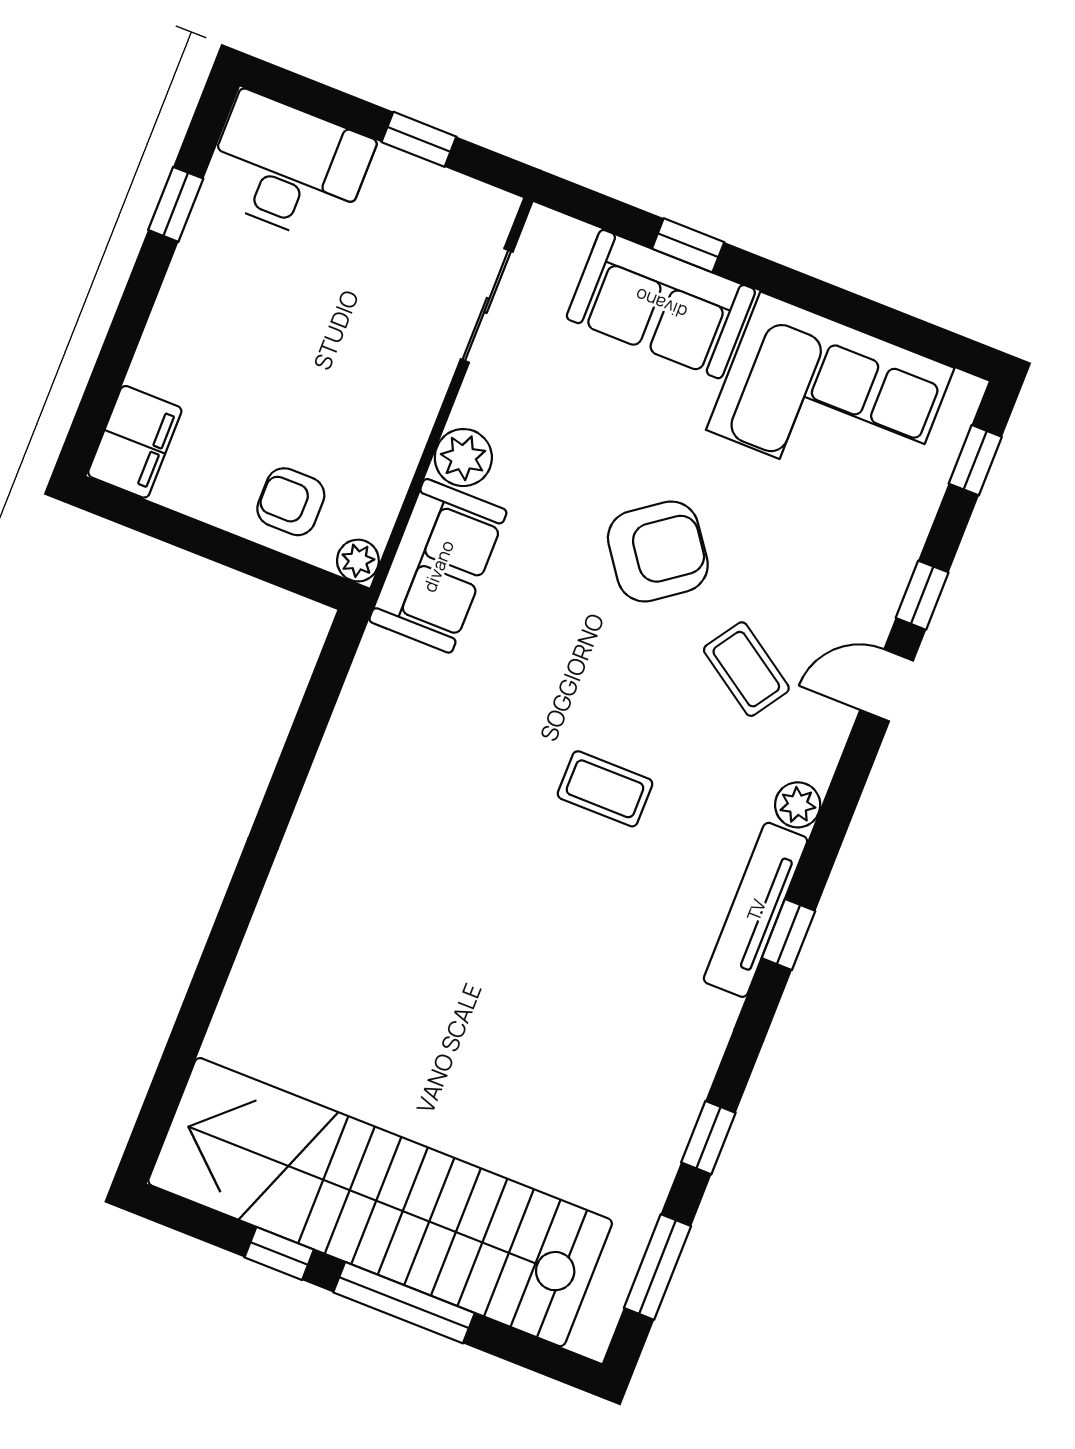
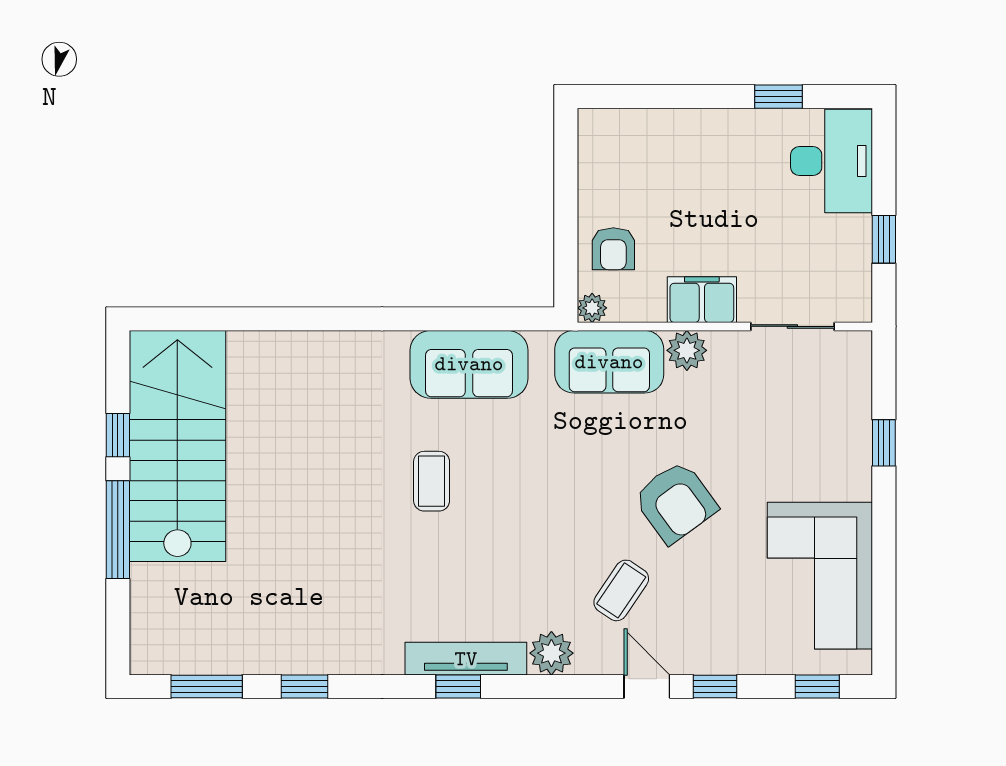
sofa: (661, 304) -> (469, 364), moved, turned -90
filing cabinet: (135, 442) -> (702, 300), moved, turned 180
armchair: (291, 502) -> (613, 249), turned 180
coffee table: (605, 789) -> (432, 481), moved
plant: (798, 805) -> (551, 653), width x1.38, depth x1.38
stairs: (380, 1202) -> (177, 446), width x0.73

